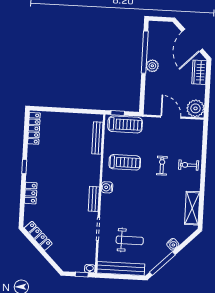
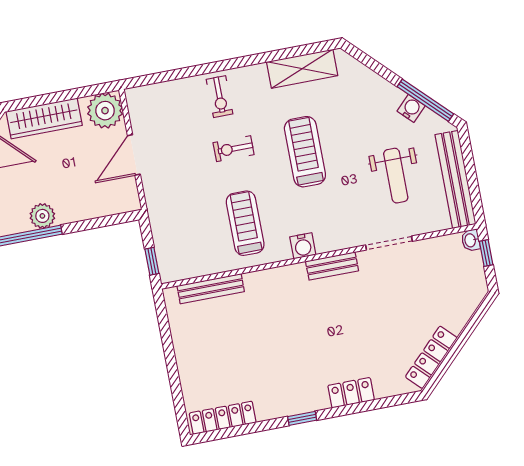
wardrobe: (199, 72) -> (44, 118), width x1.50
treadmill: (125, 124) -> (305, 152), moved
weight bench: (130, 240) -> (396, 176), turned 180
water cooler: (173, 244) -> (411, 108), moved

